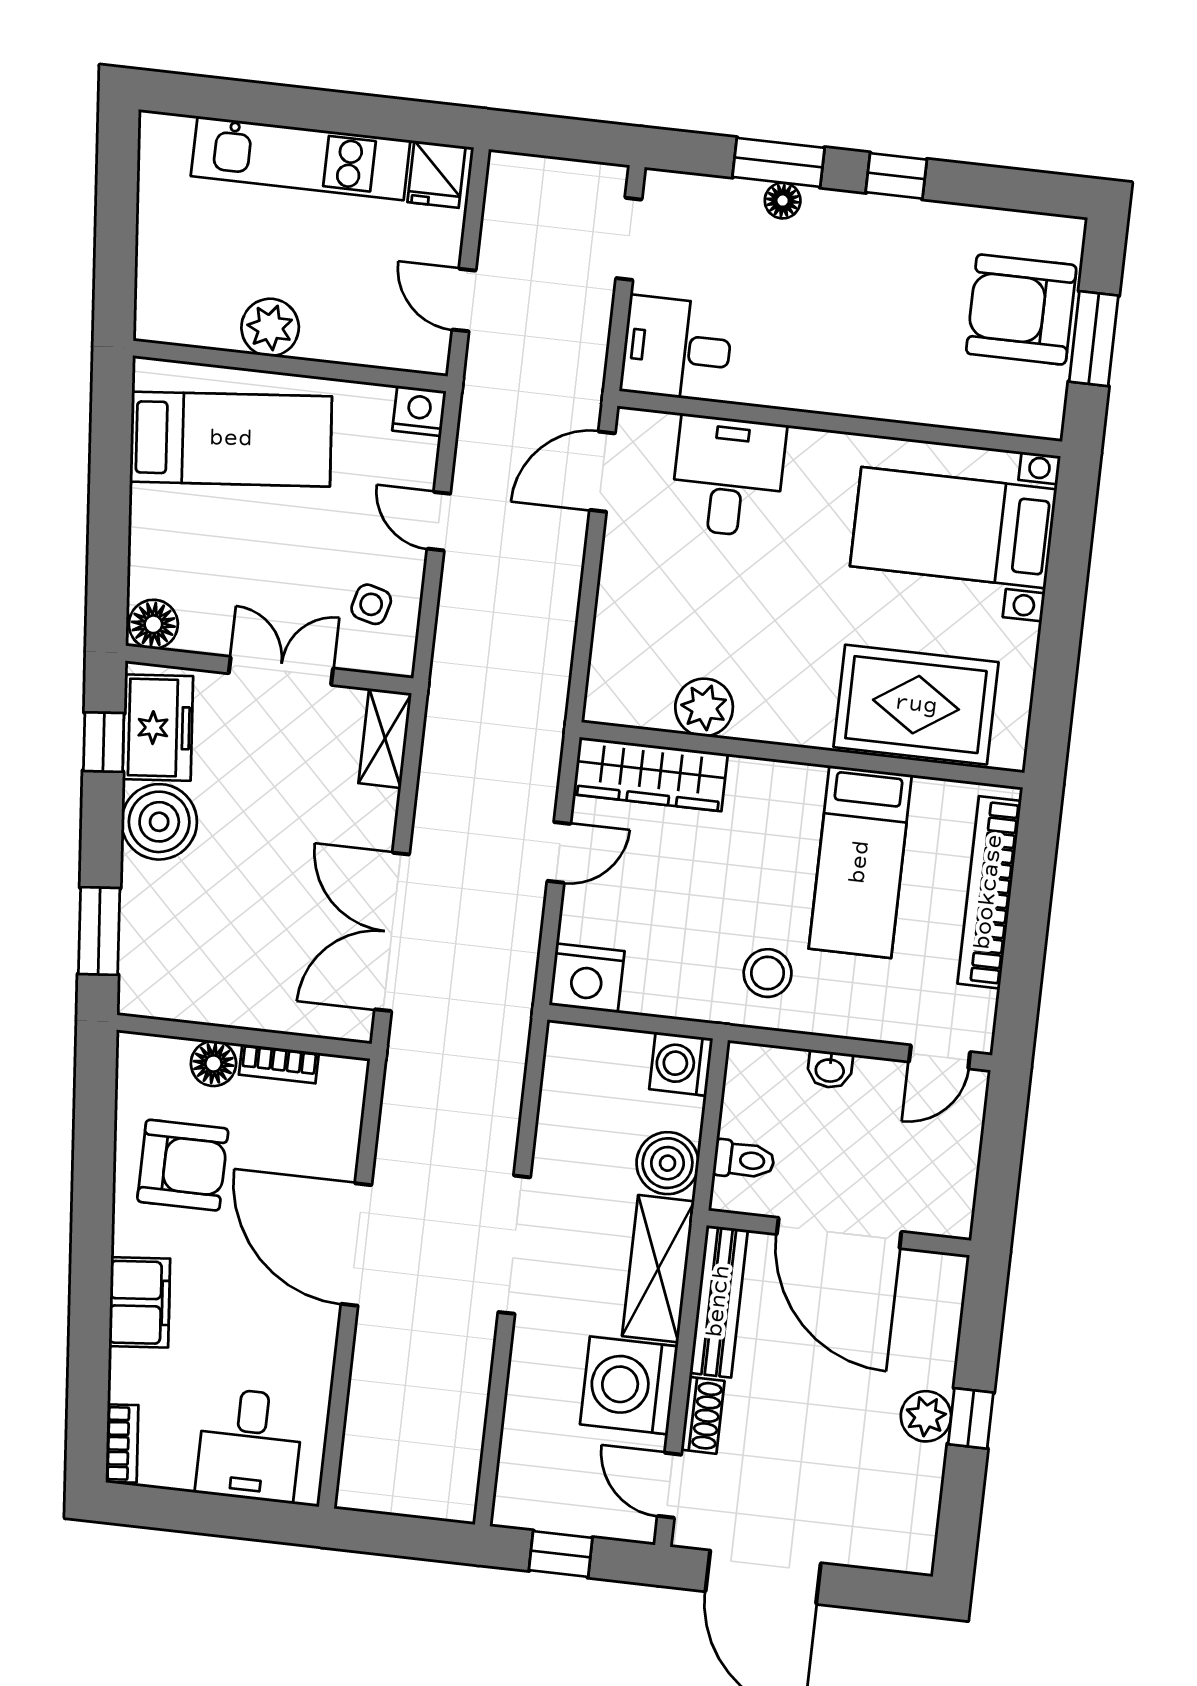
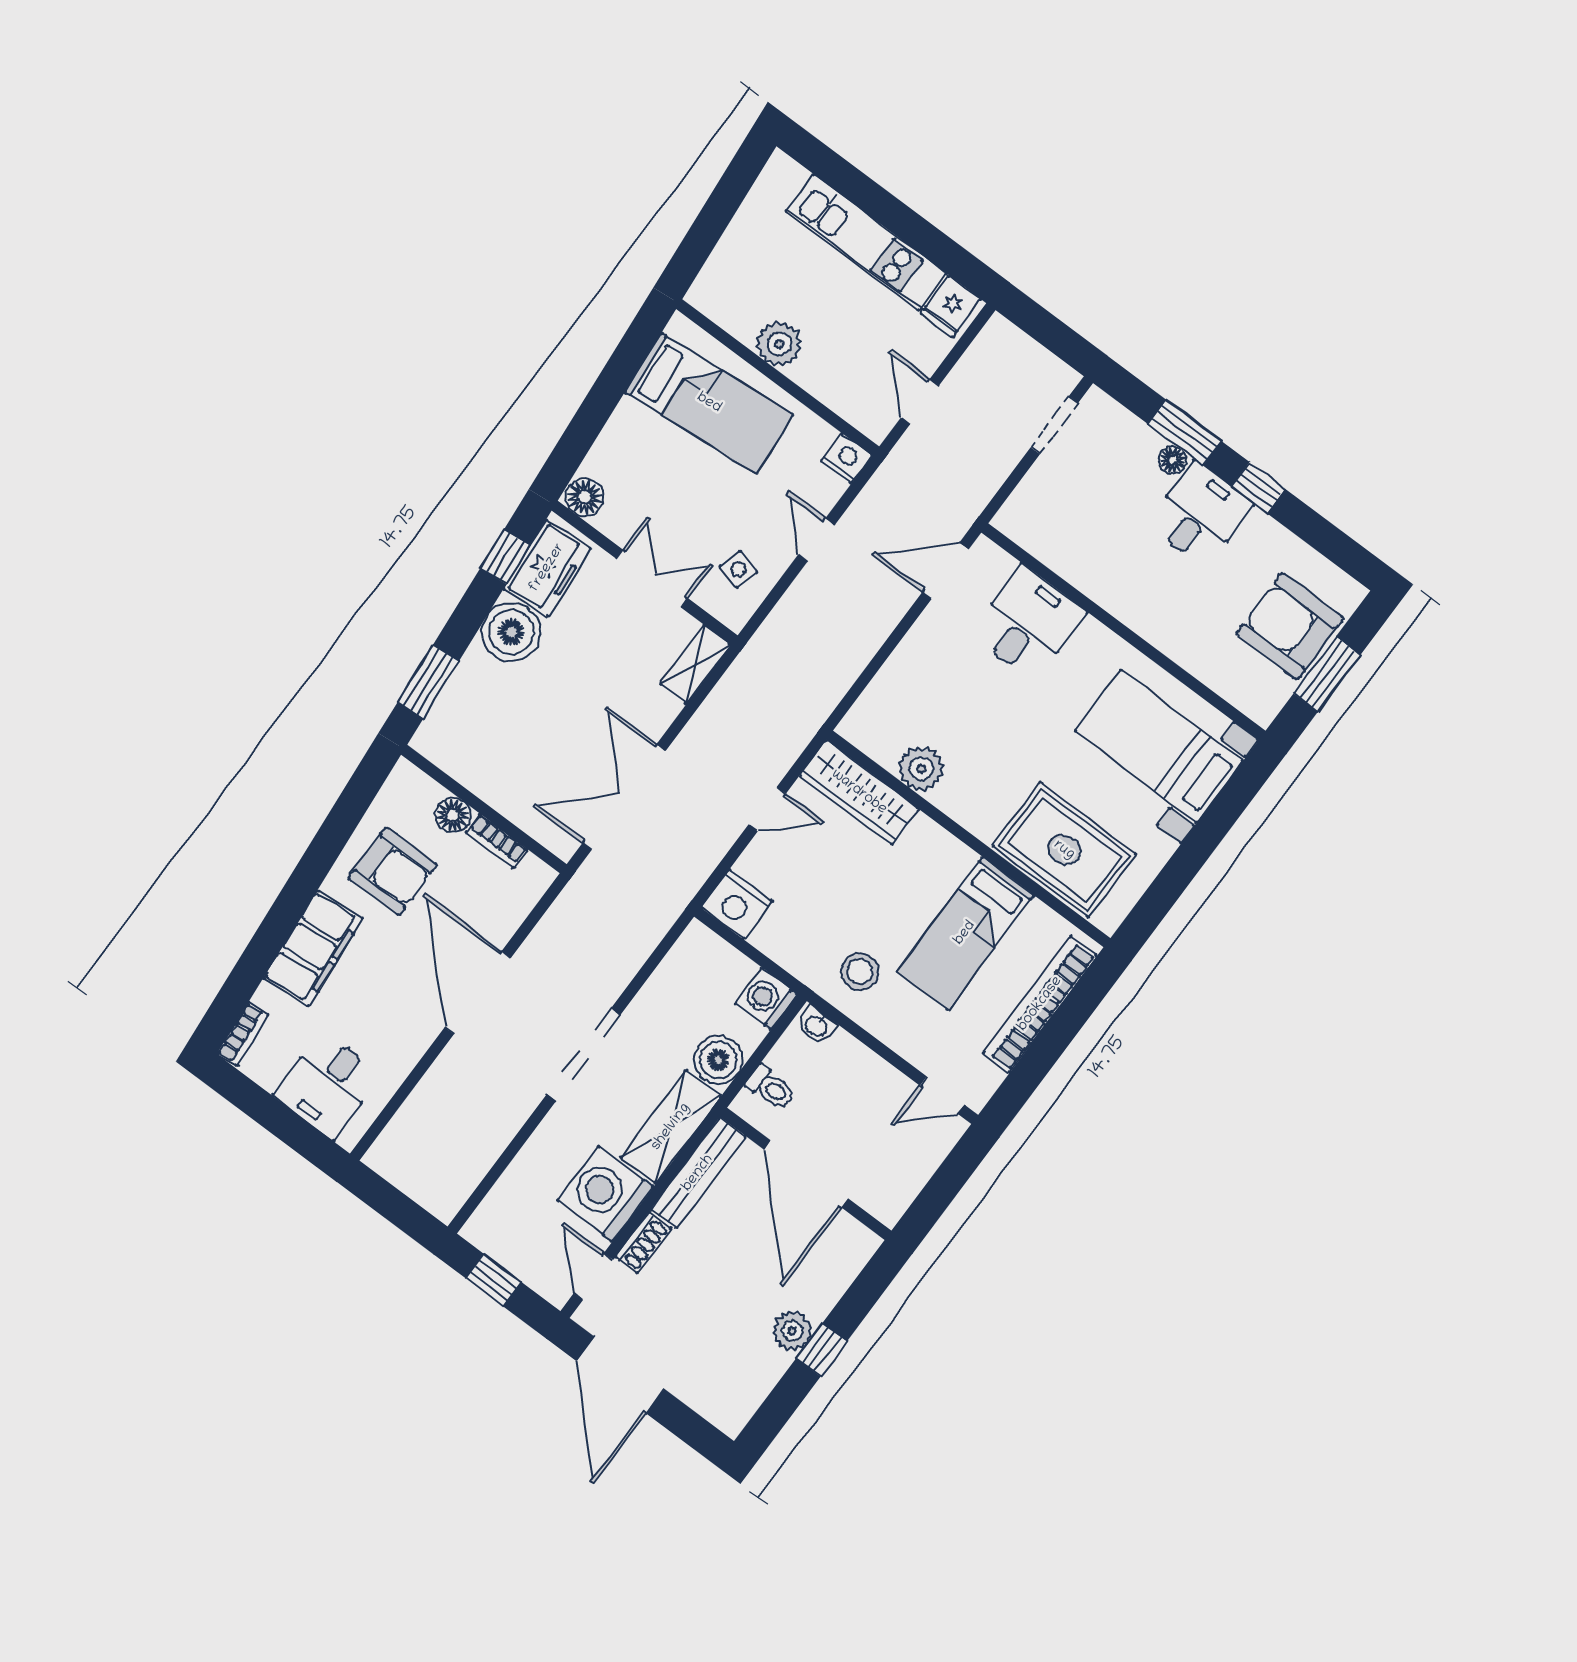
desk: (677, 349) -> (1200, 514), moved, turned 90
washbasin: (830, 1069) -> (817, 1025), moved
filing cabinet: (140, 1302) -> (313, 948), width x1.50, depth x1.17

